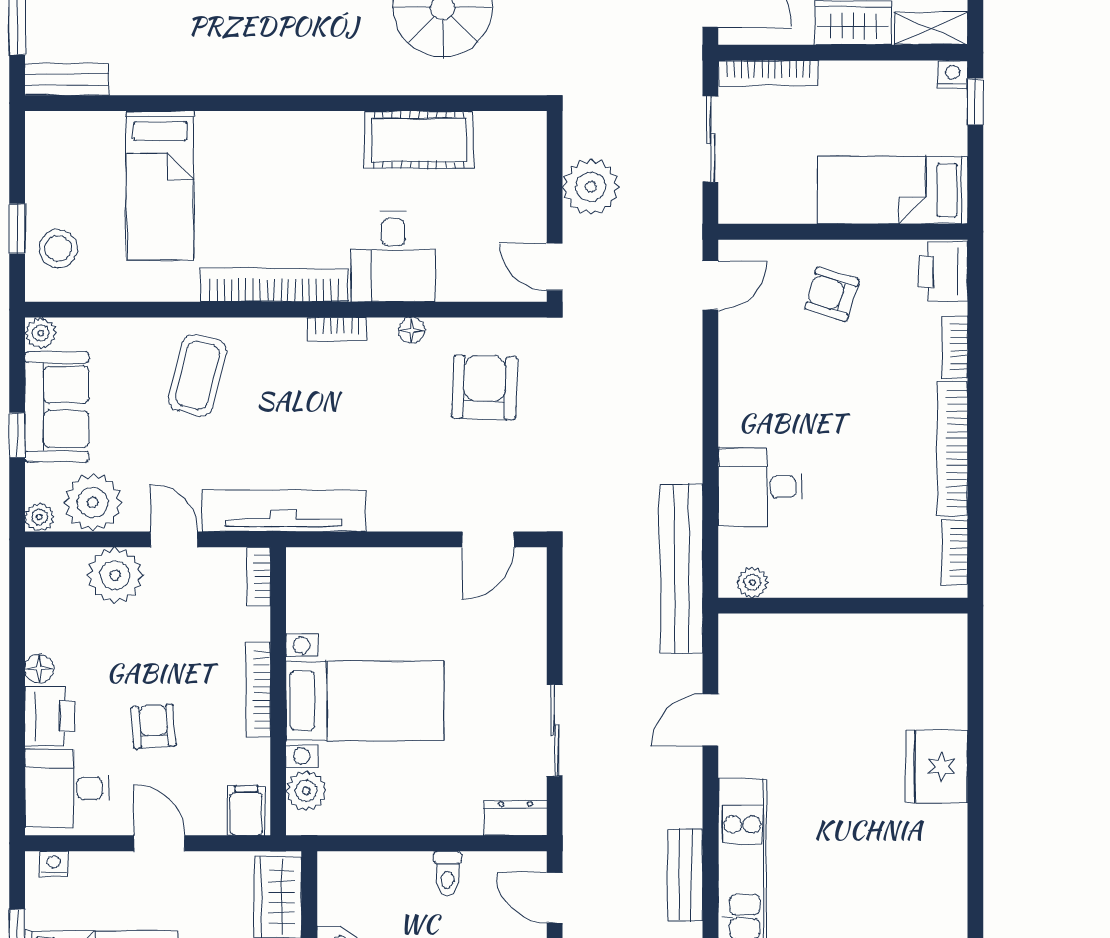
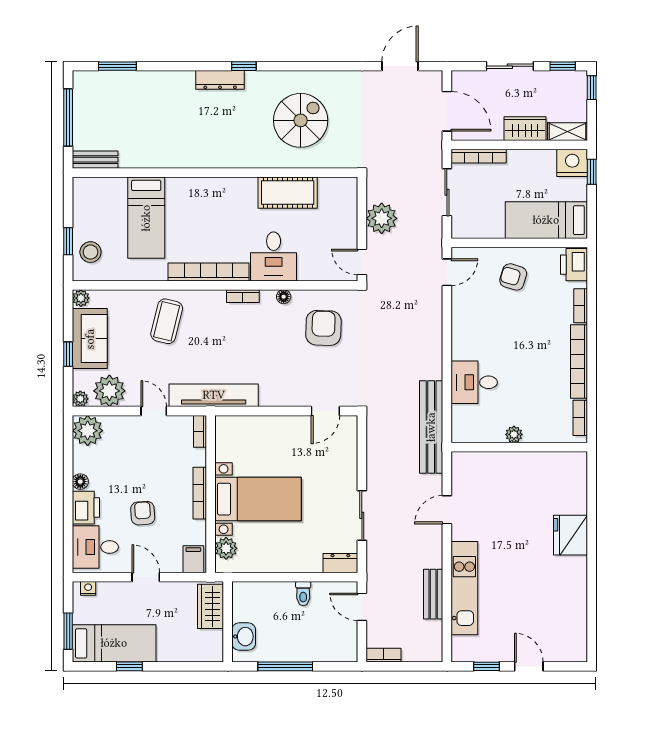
nightstand: (953, 74) -> (572, 163), width x1.89, depth x1.79
plant: (115, 575) -> (88, 431), moved
plant: (752, 582) -> (514, 434), moved

